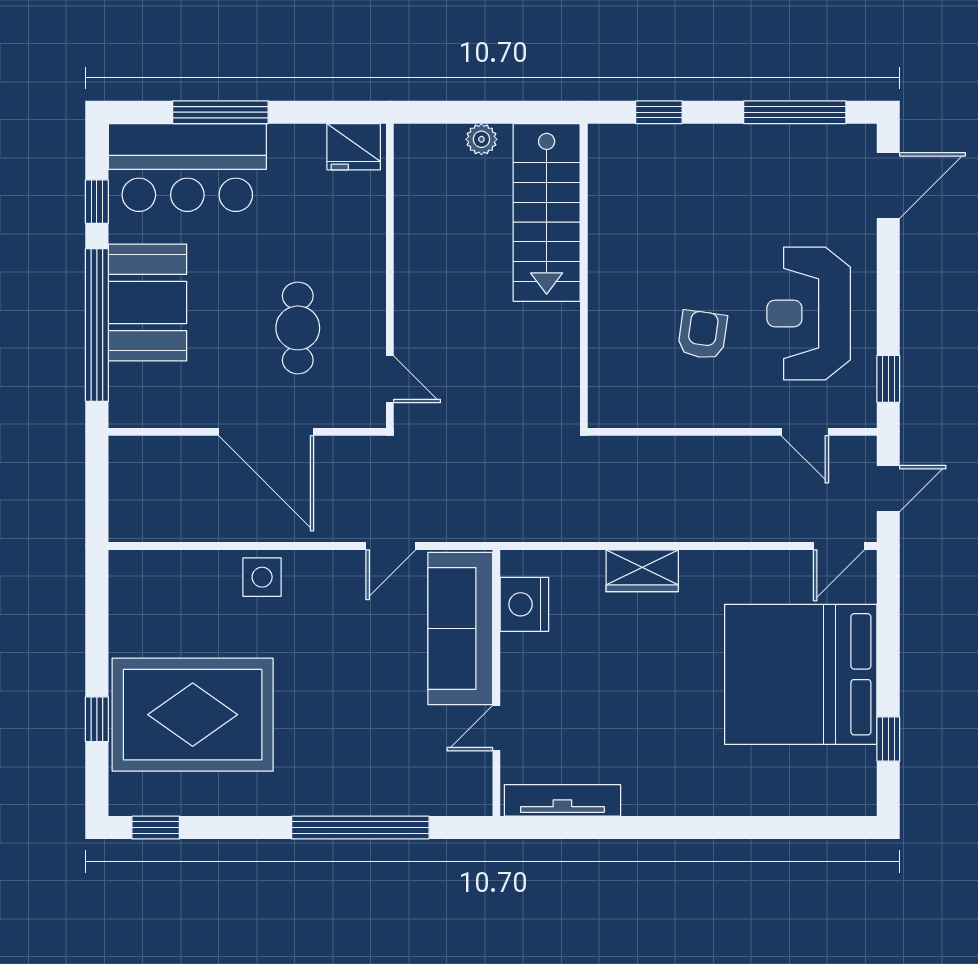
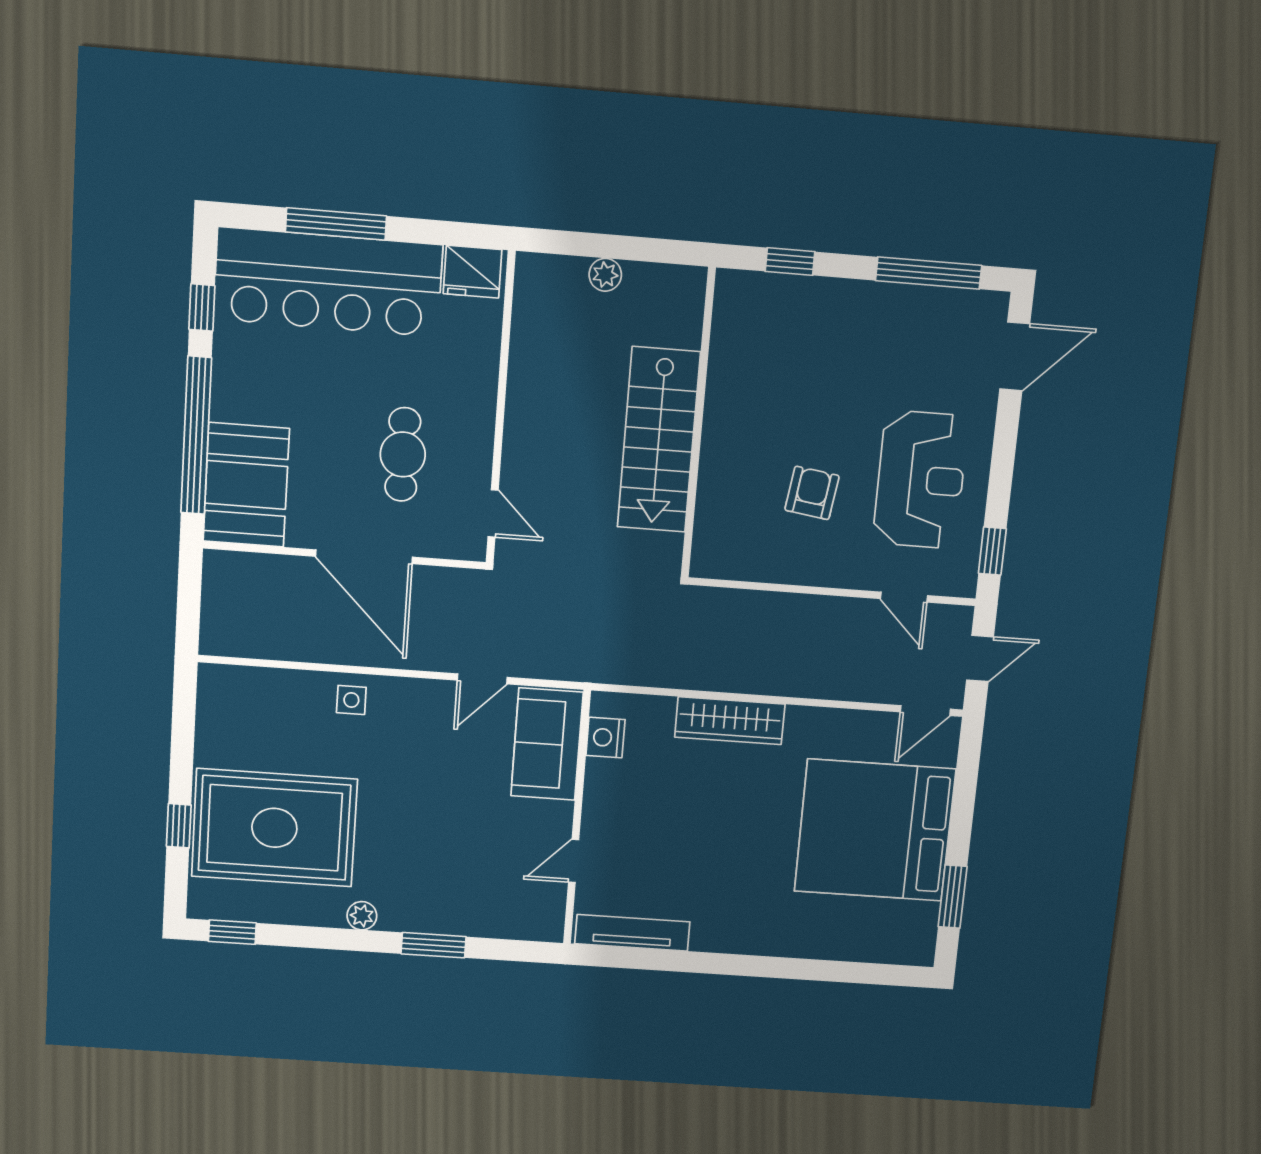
bar counter: (187, 168) -> (328, 282), width x1.36
stairs: (547, 213) -> (659, 440), moved
booth: (147, 302) -> (246, 485), moved
reception desk: (809, 313) -> (920, 480), turned 180
wardrobe: (642, 571) -> (730, 721), width x1.50
side table: (262, 577) -> (351, 700), width x0.73, depth x0.73
nightstand: (524, 604) -> (605, 737), width x0.74, depth x0.75
sofa: (460, 628) -> (547, 744), width x0.73
window: (888, 739) -> (953, 897), width x1.50
plant: (286, 801) -> (362, 916), added
window: (360, 828) -> (433, 945), width x0.47

